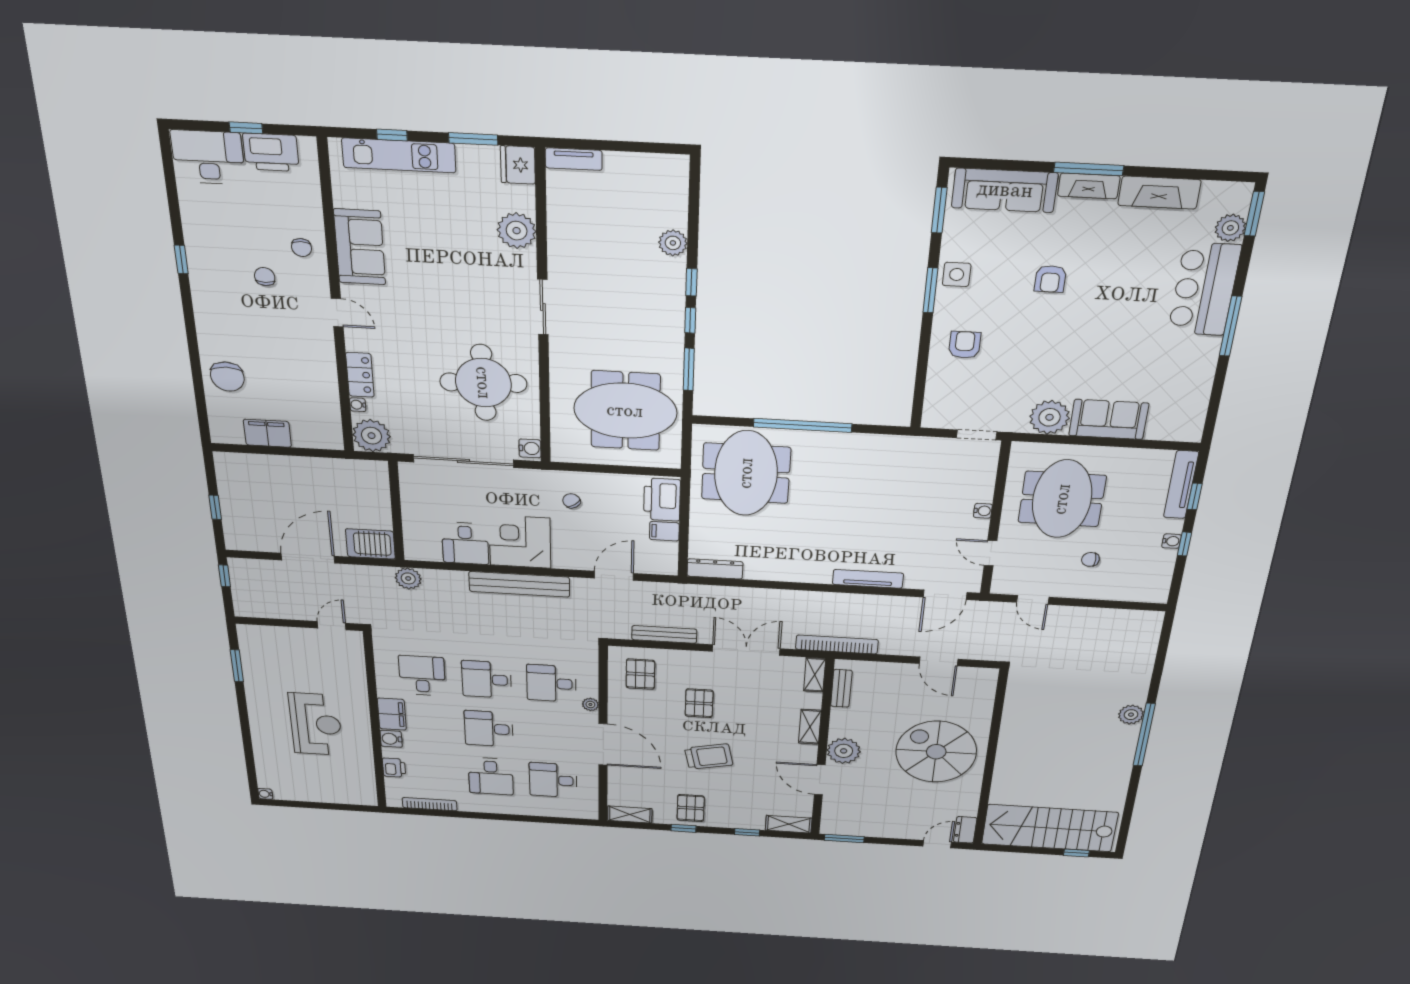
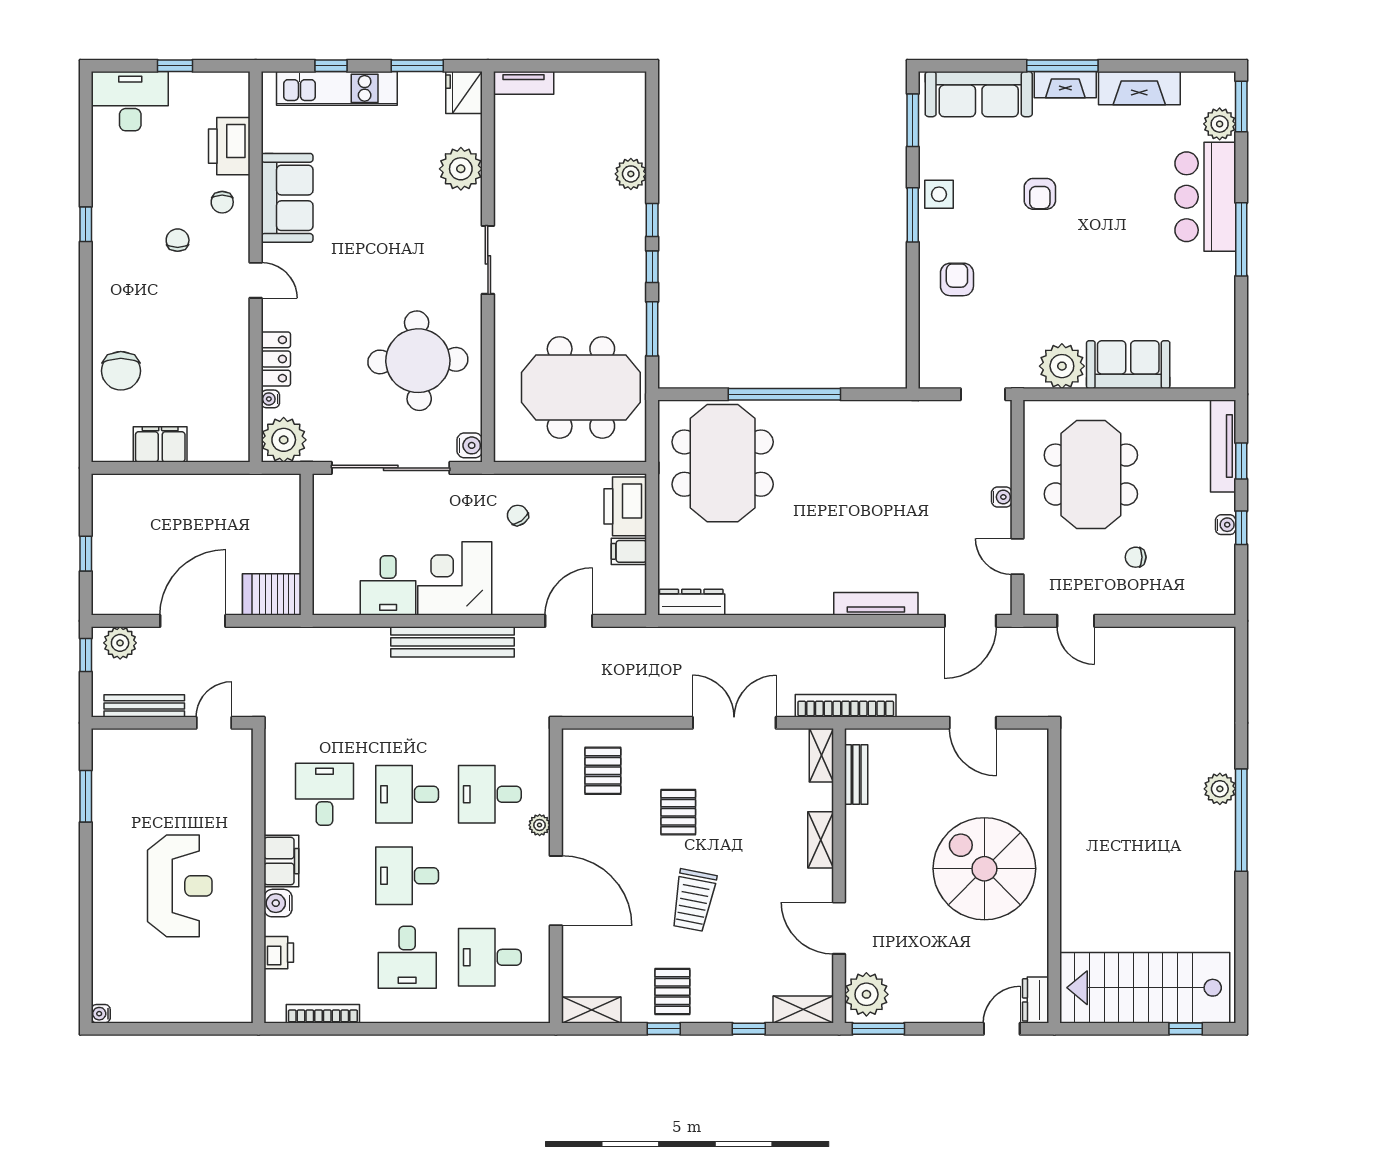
printer: (271, 152) -> (229, 146), moved, turned 90
plant: (408, 578) -> (120, 643), moved
bench: (664, 634) -> (144, 706), moved
plant: (844, 751) -> (866, 994), moved
trolley: (709, 757) -> (693, 900), turned 113

